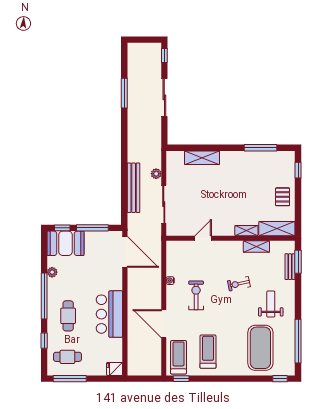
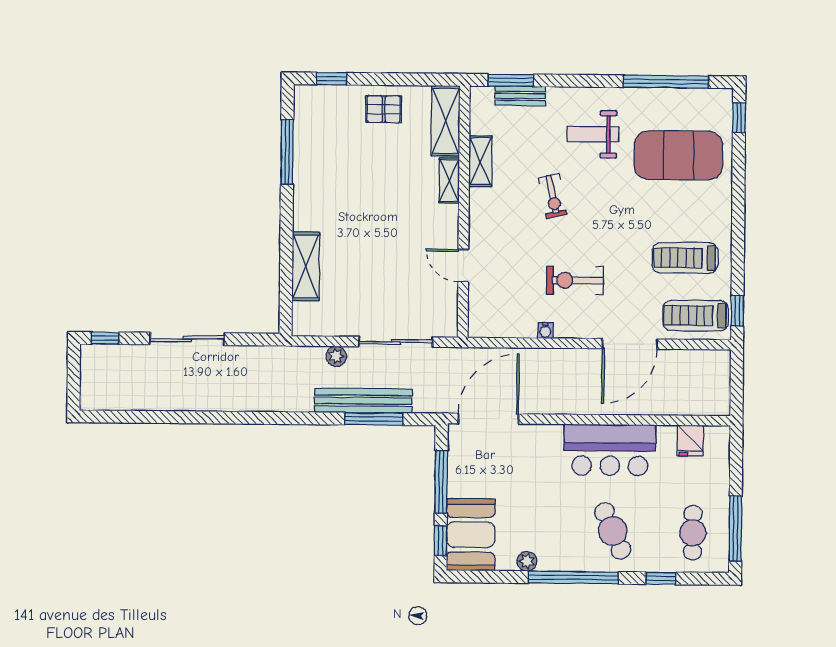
window: (124, 93) -> (374, 419), moved
cafe table: (68, 316) -> (613, 531), turned 66
fridge: (115, 369) -> (690, 441), moved

